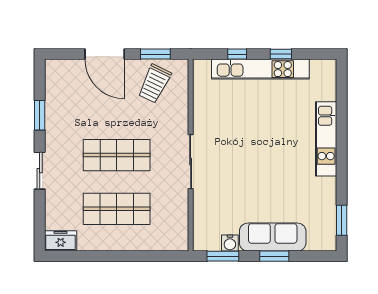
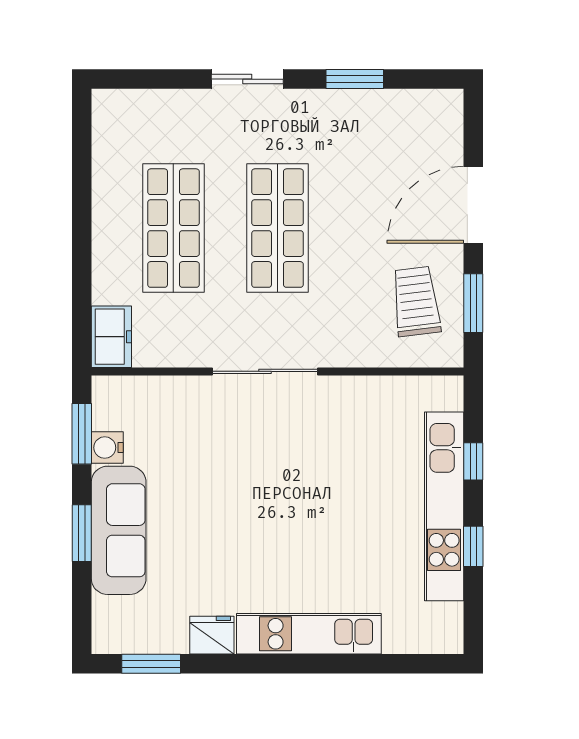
trolley: (154, 84) -> (416, 301), turned 57
fridge: (327, 189) -> (212, 635), added
freezer: (61, 241) -> (111, 337), moved

